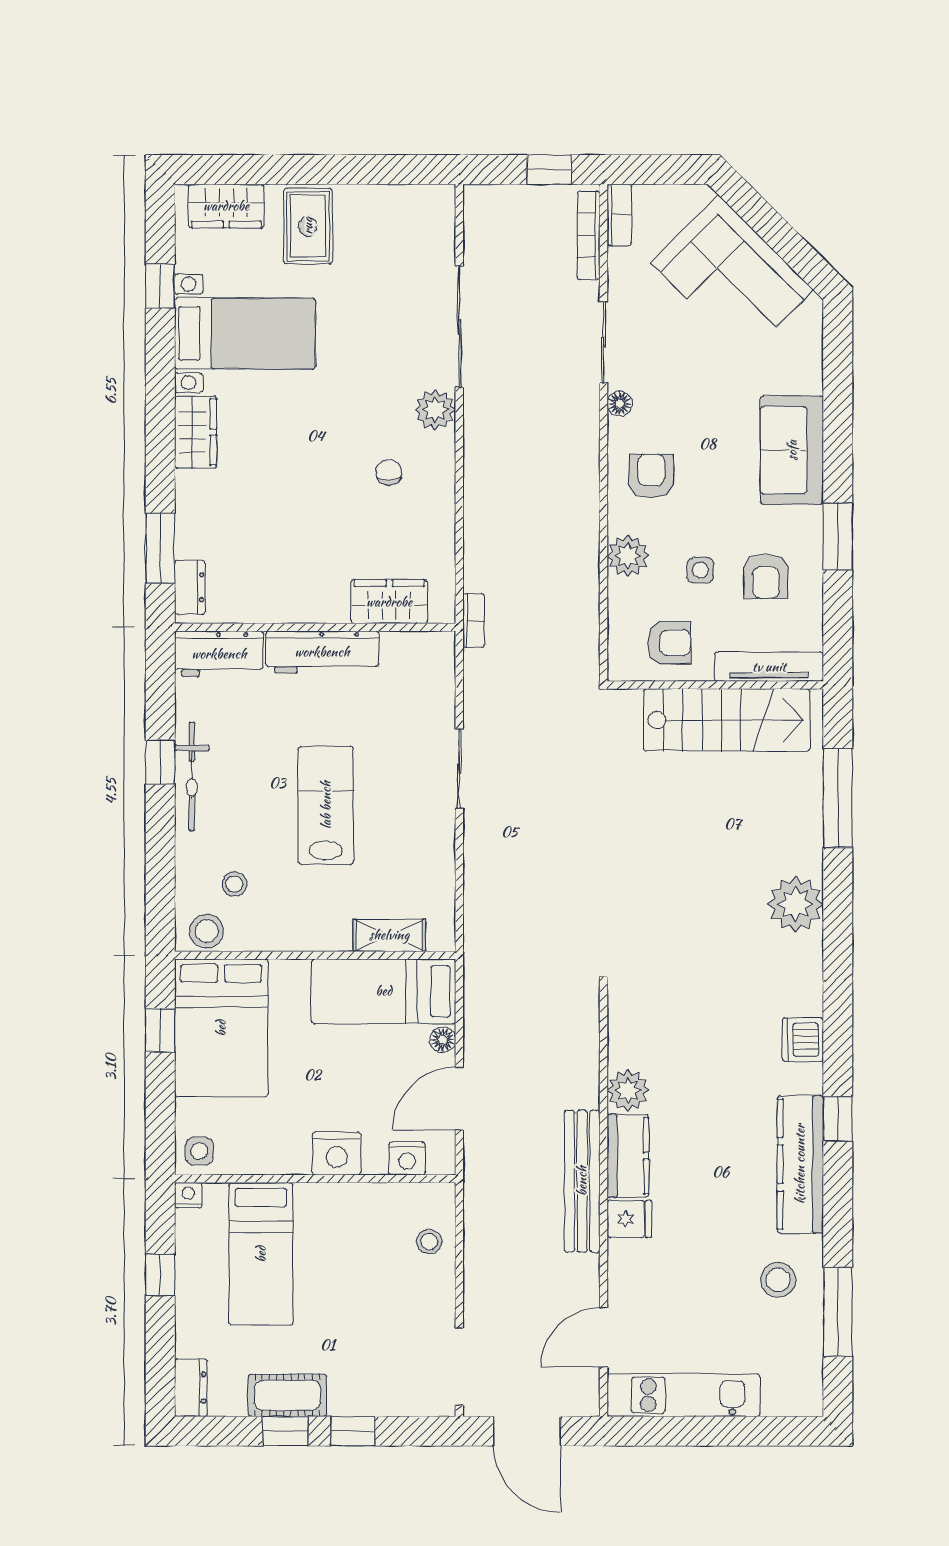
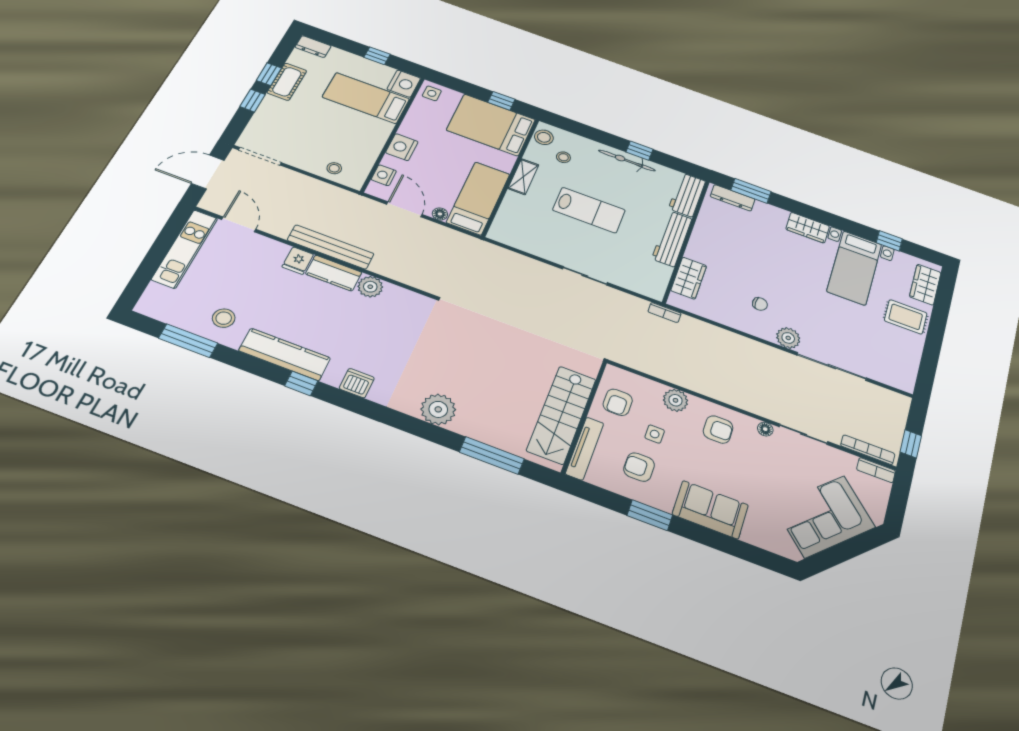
dresser: (190, 587) -> (733, 198), width x1.44
shelving: (389, 935) -> (523, 177), moved
nightstand: (188, 1195) -> (404, 84), width x1.89, depth x1.79

